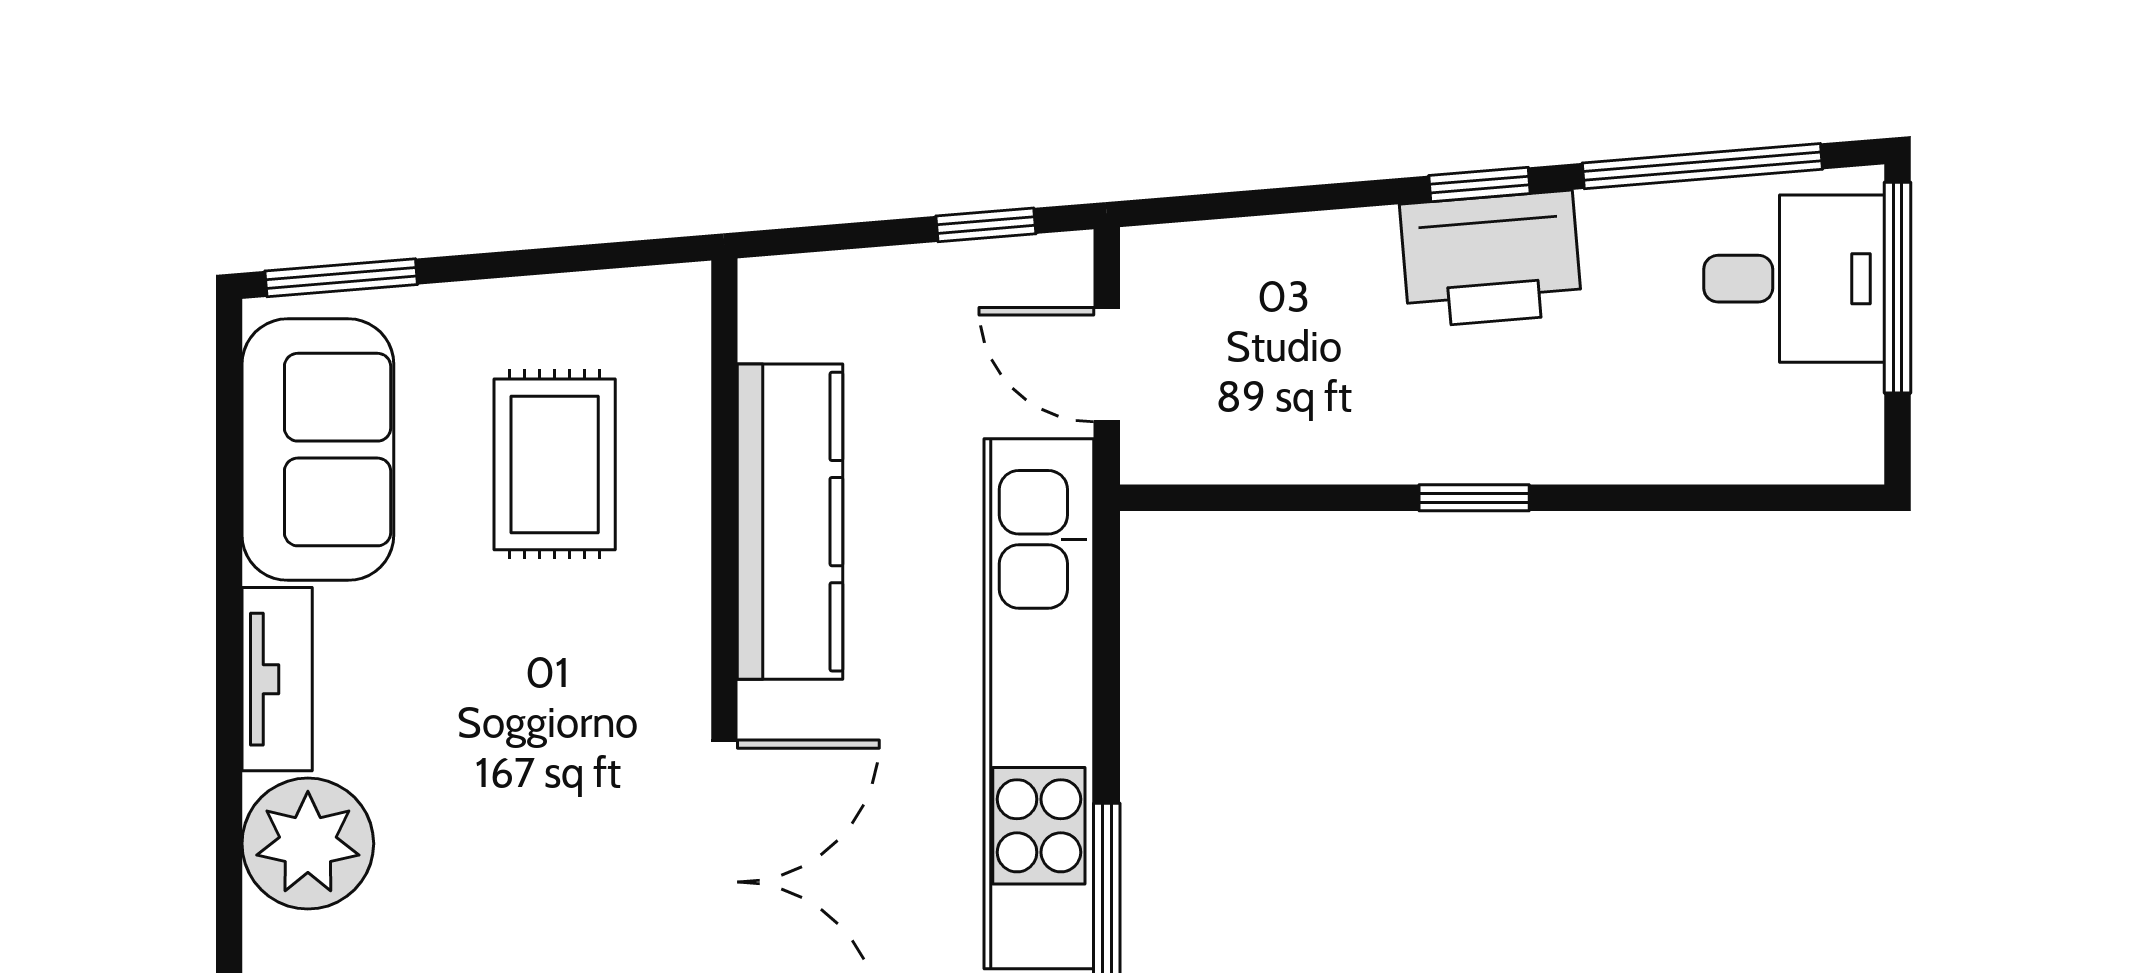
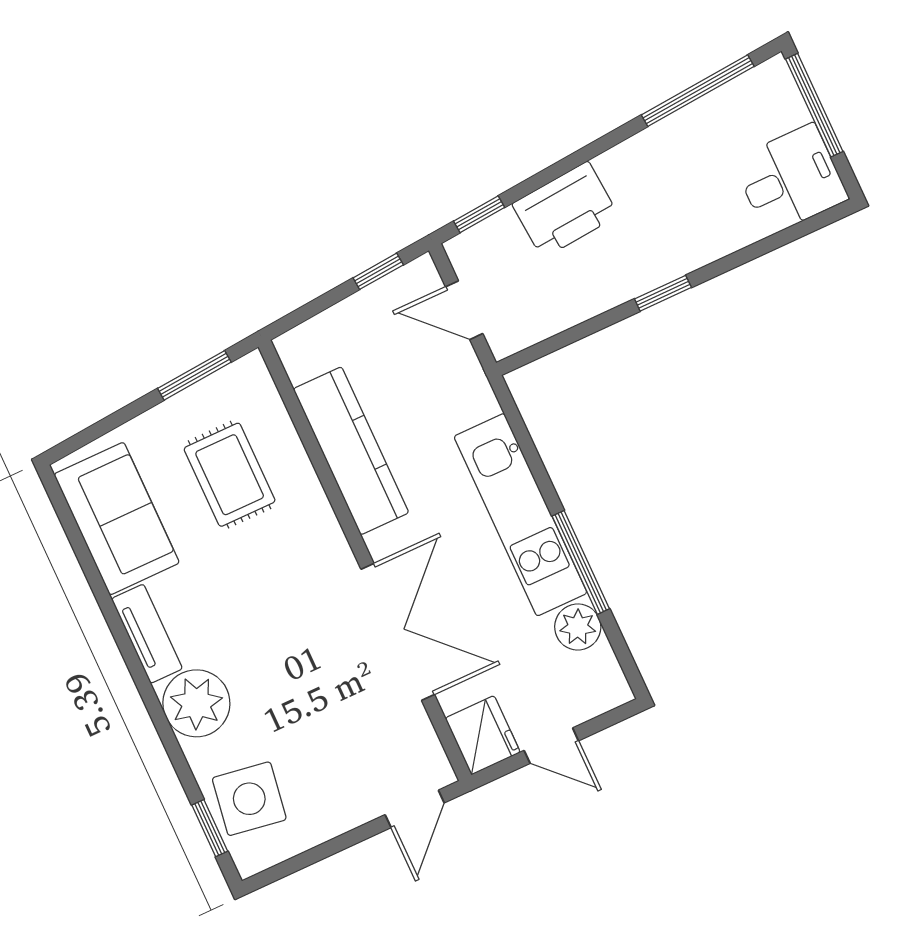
window: (1480, 184) -> (479, 214), moved
printer: (1491, 259) -> (565, 210), moved
window: (341, 278) -> (194, 375), moved
desk: (1794, 279) -> (790, 179), moved
kitchen unit: (1039, 704) -> (521, 515), width x0.73

